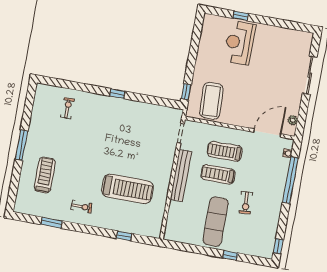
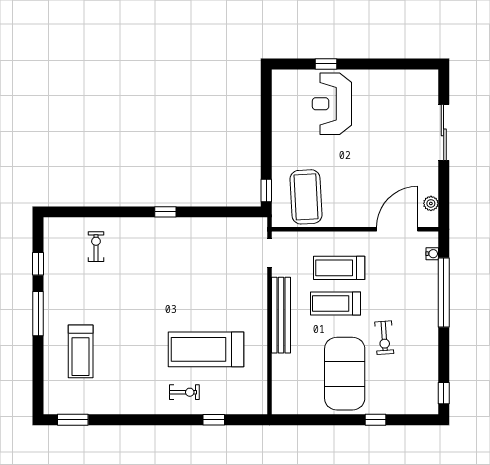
window: (27, 112) -> (38, 264), added
treadmill: (45, 175) -> (81, 351), turned 180
treadmill: (127, 189) -> (206, 349), turned 180
exercise bike: (81, 207) -> (184, 392), moved
exercise mat: (216, 221) -> (345, 374), width x1.47
window: (52, 223) -> (73, 420), moved

